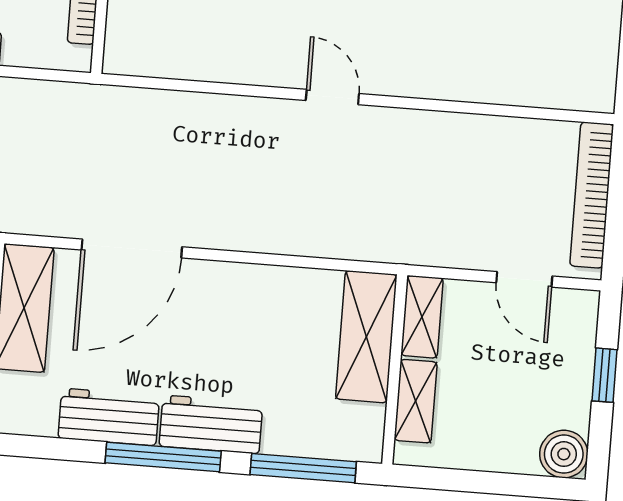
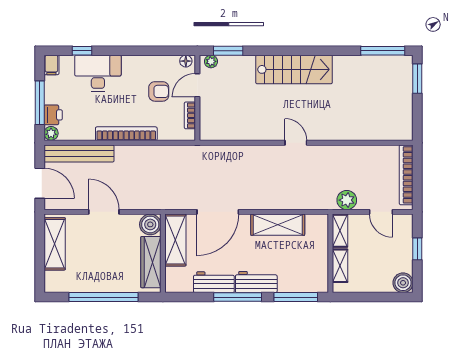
plant: (444, 244) -> (347, 200), added
shelving: (366, 337) -> (278, 225), moved, turned 90

